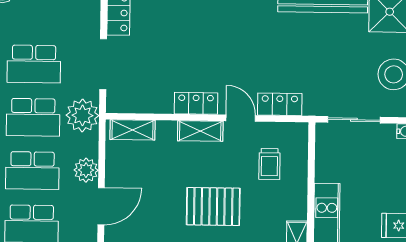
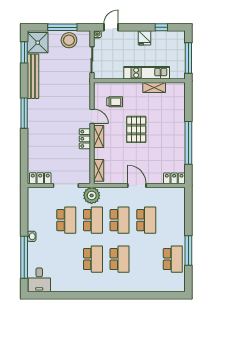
locker: (280, 104) -> (85, 97), removed
door: (241, 118) -> (92, 116), swing flipped
plant: (86, 170) -> (119, 193), removed

